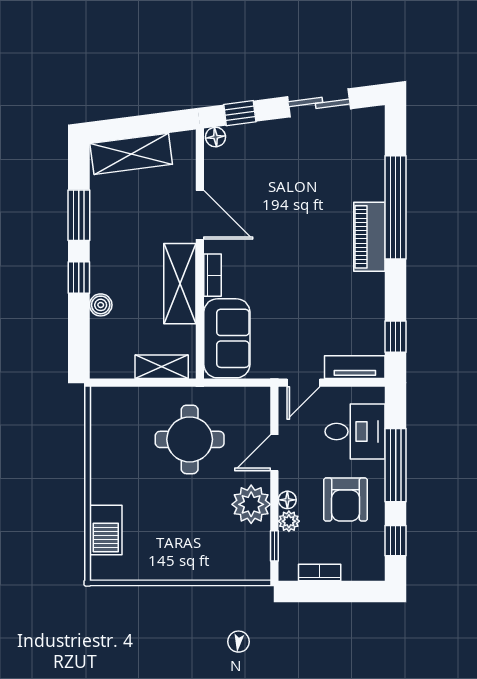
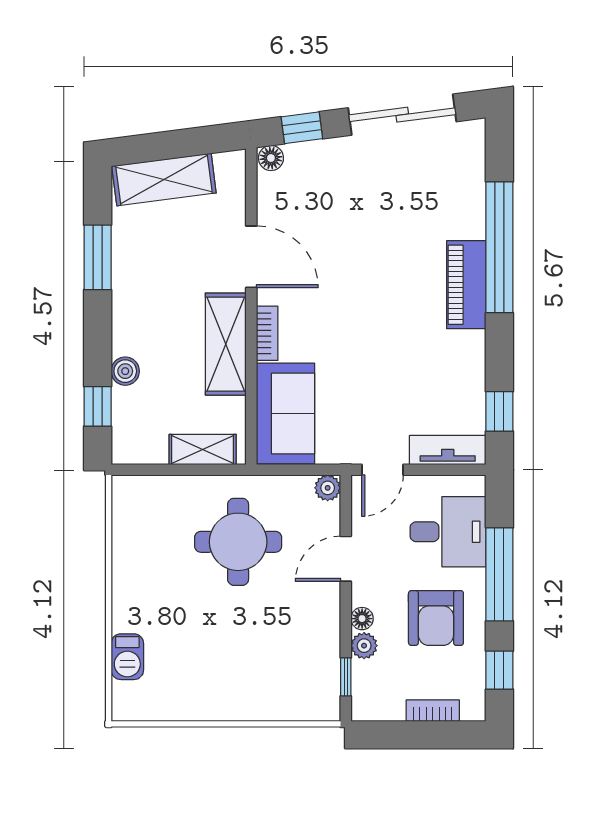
sliding door: (319, 103) -> (402, 115), width x1.37
window: (79, 278) -> (98, 406), moved
plant: (251, 504) -> (328, 488), moved, width x0.53, depth x0.53
barbecue: (106, 530) -> (127, 657), width x0.73, depth x0.79
bookcase: (320, 572) -> (433, 711), moved

